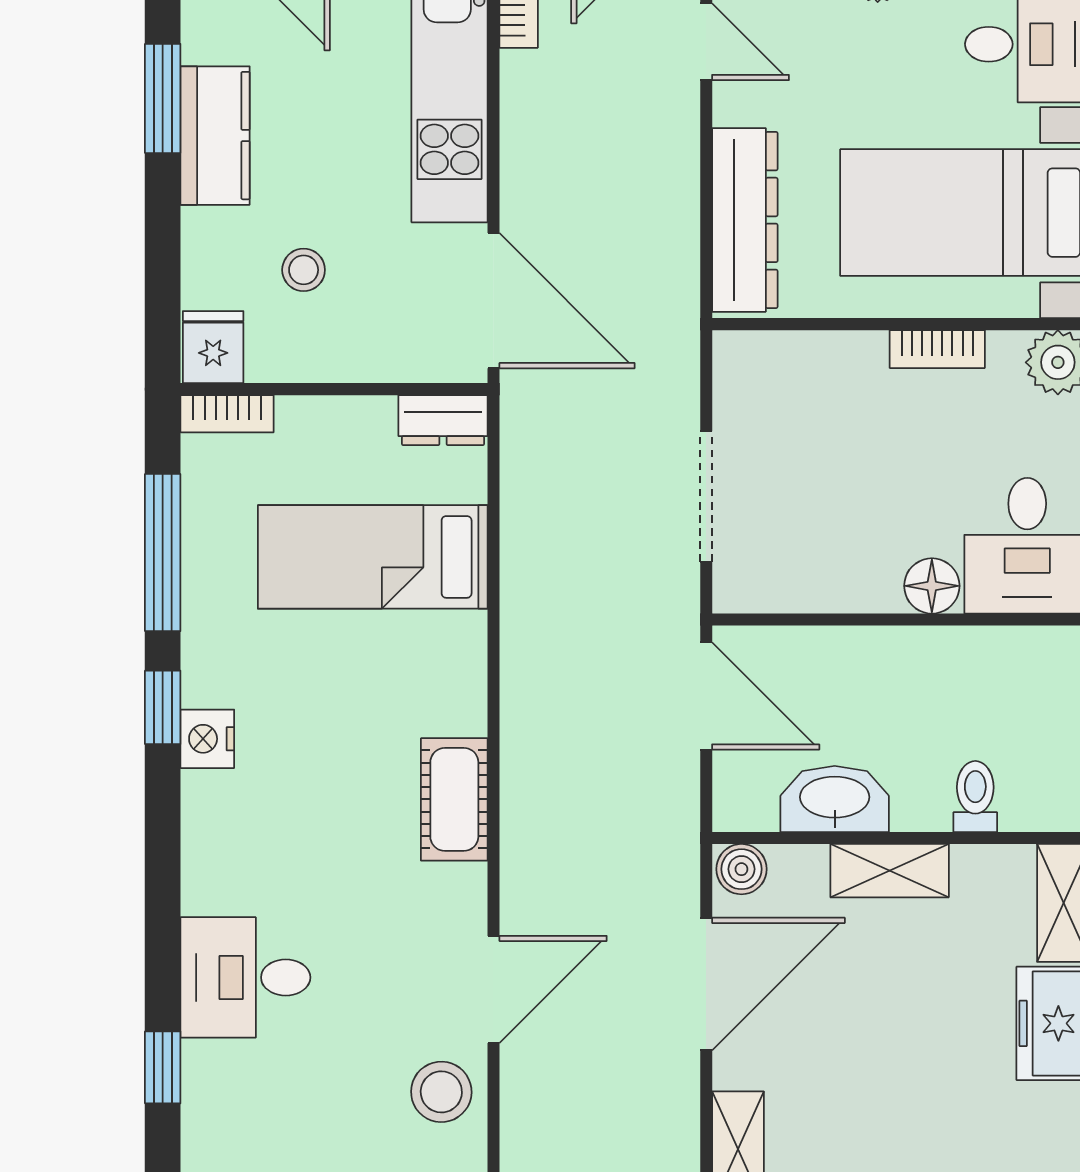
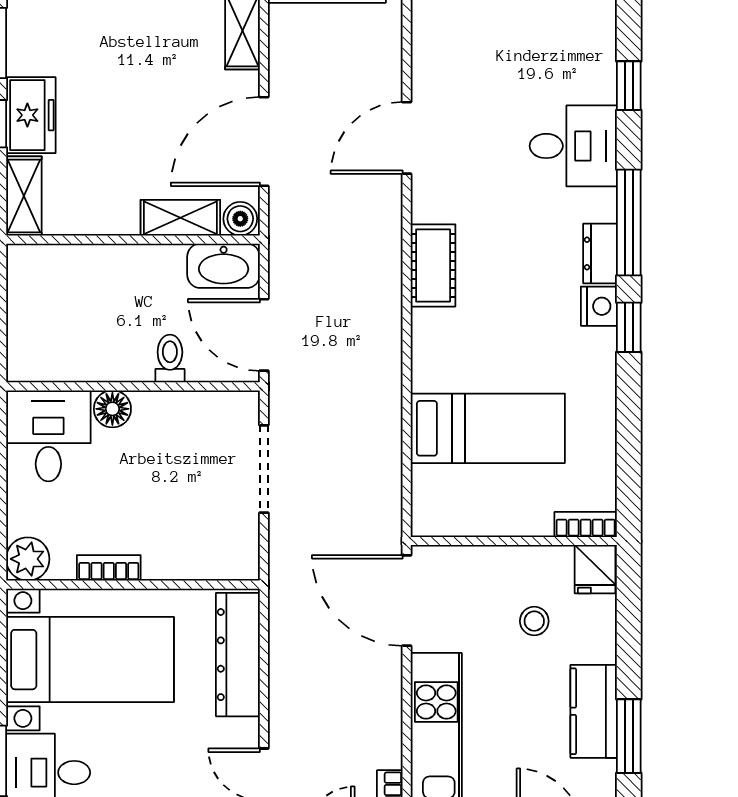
dresser: (443, 420) -> (600, 253), moved, turned -90
window: (163, 553) -> (629, 222), moved
toilet: (975, 797) -> (170, 358), moved, turned 180
washbasin: (835, 799) -> (224, 266), moved
shelving: (890, 871) -> (180, 218), moved
stool: (441, 1092) -> (442, 69), removed

